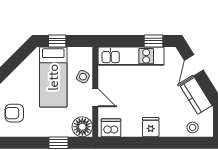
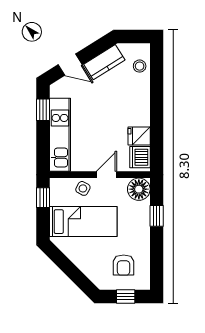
window: (57, 41) -> (43, 198), moved
fridge: (151, 127) -> (139, 136), moved

